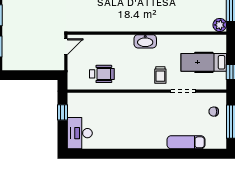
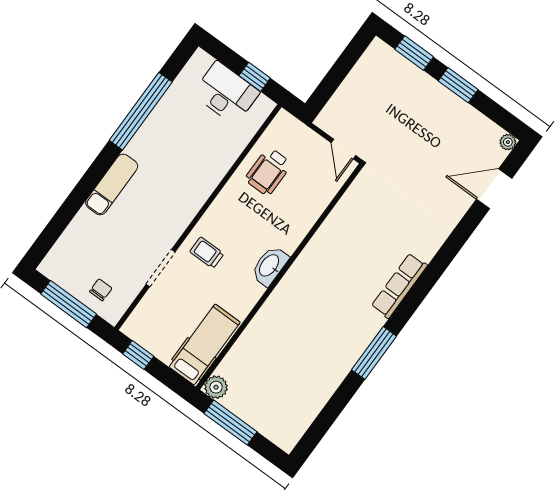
hospital bed: (204, 62) -> (205, 345), moved
desk: (80, 133) -> (226, 93), moved
exam couch: (186, 142) -> (112, 184), moved
window: (117, 154) -> (141, 111), added

